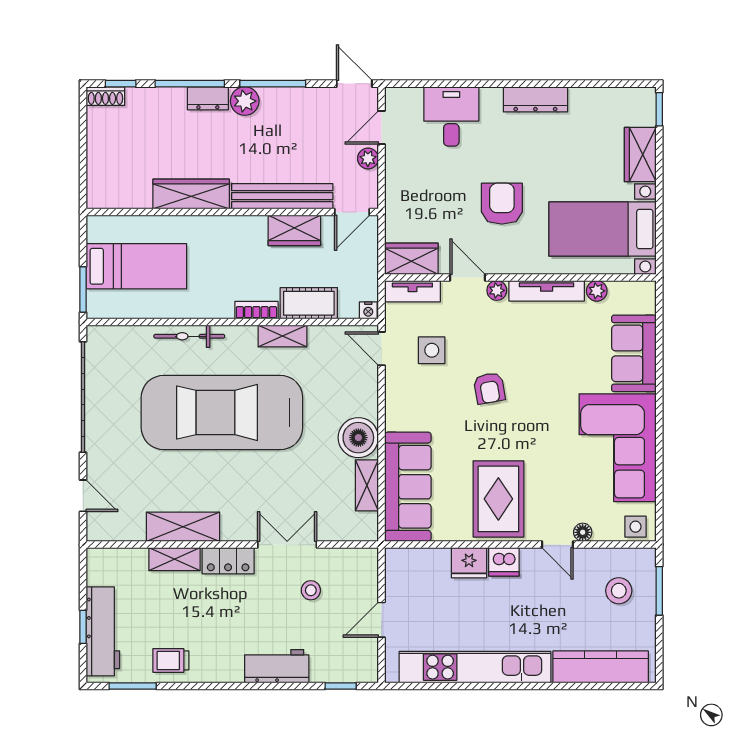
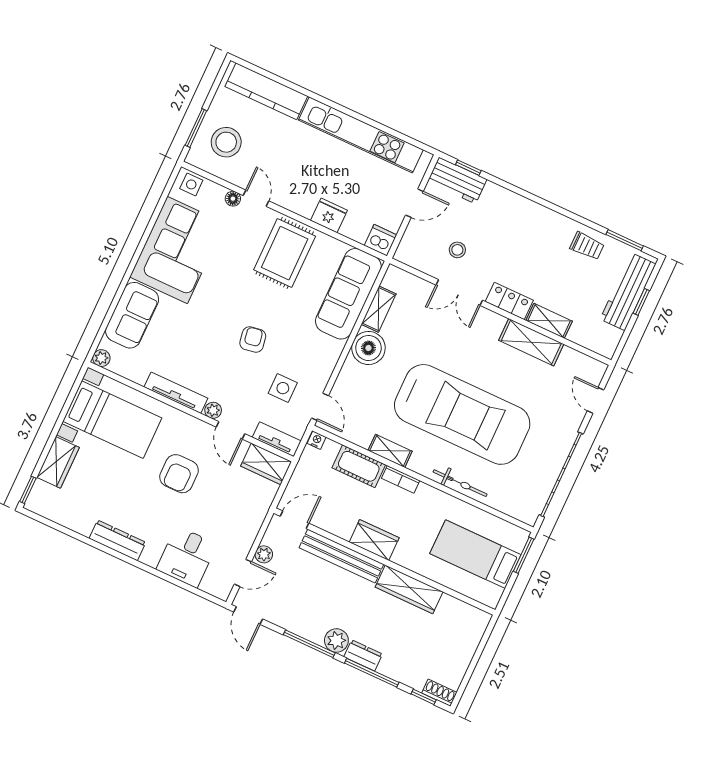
wardrobe: (294, 230) -> (374, 540), moved
plant: (597, 291) -> (101, 358), moved
dishwasher: (504, 562) -> (381, 240), moved
stool: (619, 591) -> (226, 142), width x1.38, depth x1.38
workbench: (277, 666) -> (457, 181), moved

